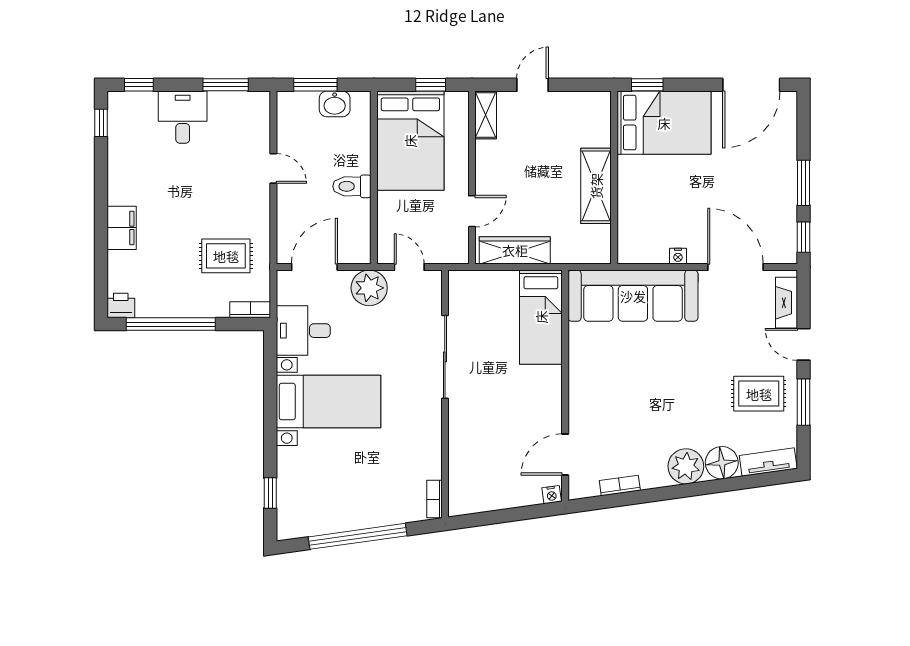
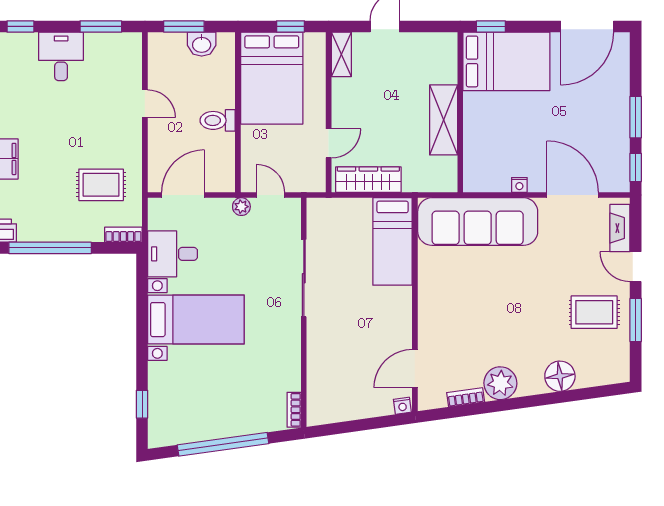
plant: (369, 288) -> (241, 207), width x0.53, depth x0.53
tv unit: (768, 462) -> (603, 376), removed
plant: (686, 466) -> (500, 383), moved

